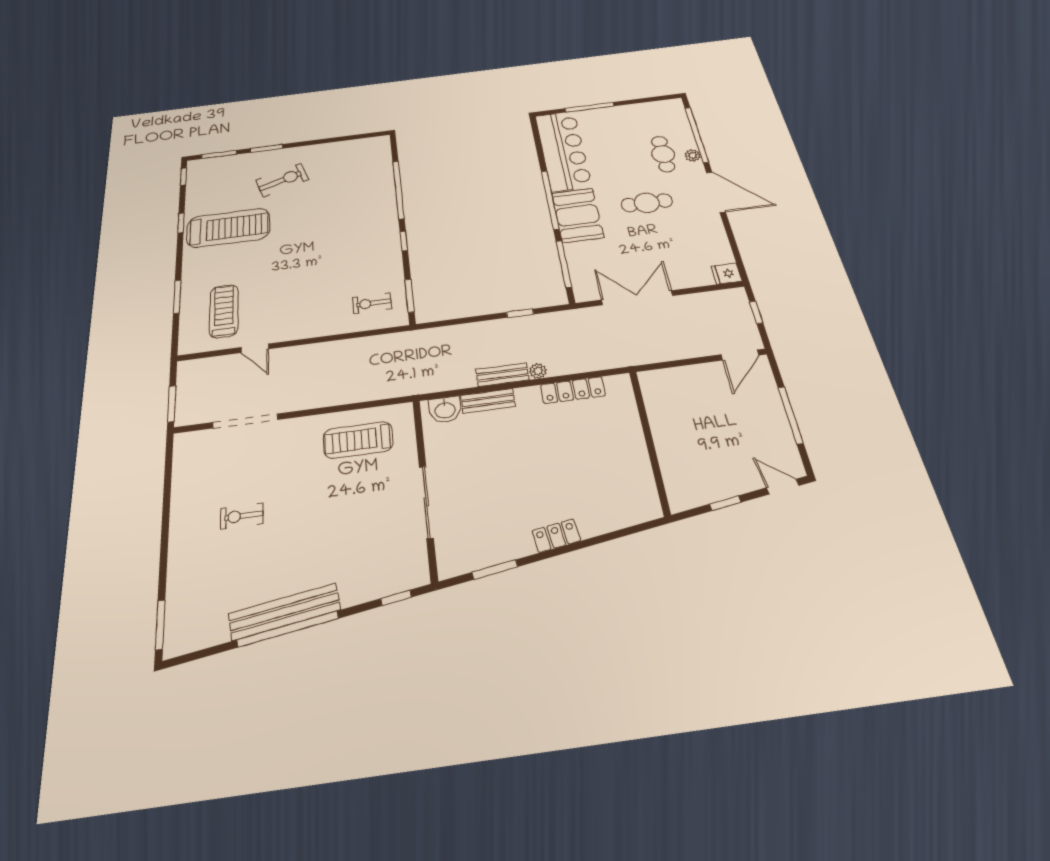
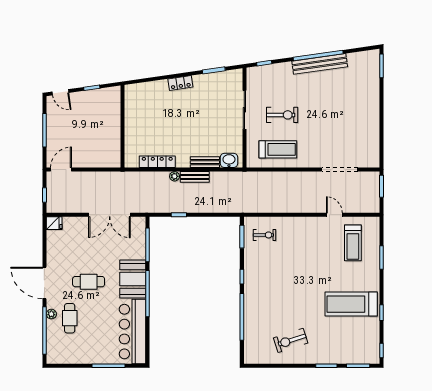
exercise bike: (282, 180) -> (291, 340), moved
exercise bike: (242, 516) -> (282, 115), moved, width x1.38, depth x1.39

